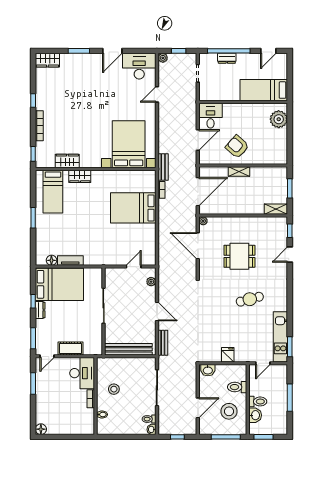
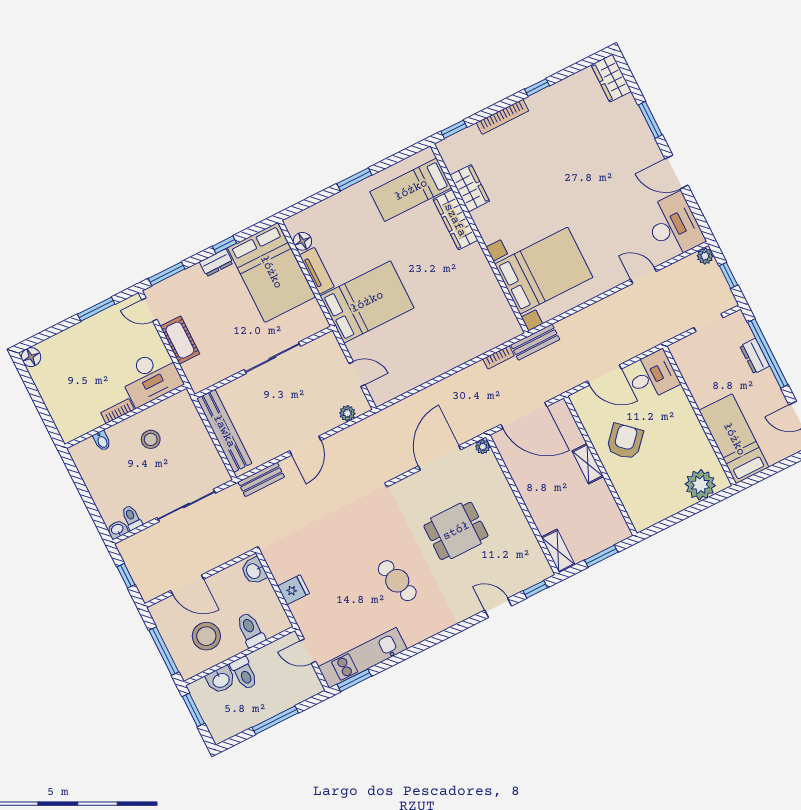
wardrobe: (80, 176) -> (455, 220), width x1.50
bed: (133, 208) -> (367, 302), moved, turned 90
dining table: (239, 256) -> (456, 531), turned 90

